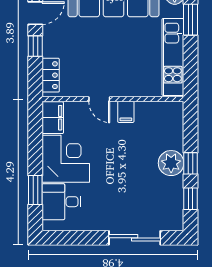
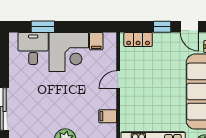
filing cabinet: (126, 112) -> (108, 116), moved
filing cabinet: (53, 118) -> (96, 41), width x0.50

